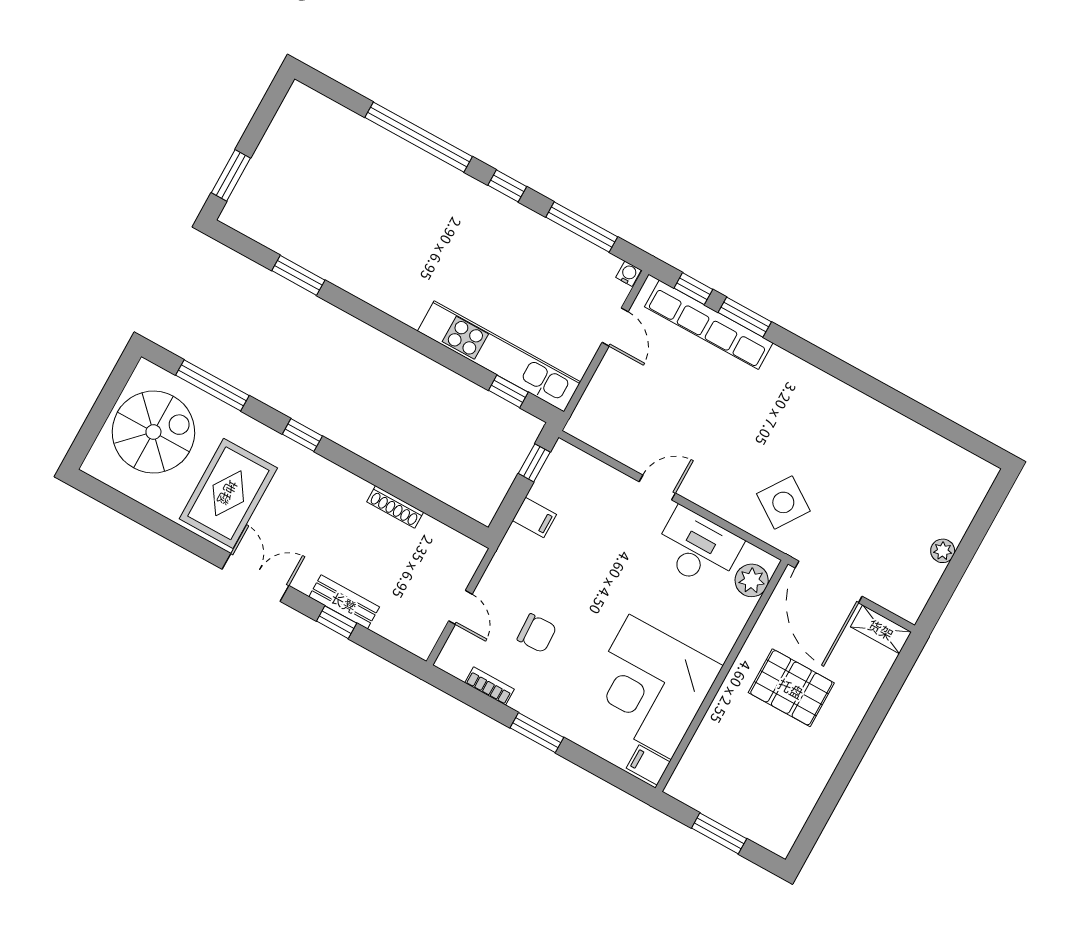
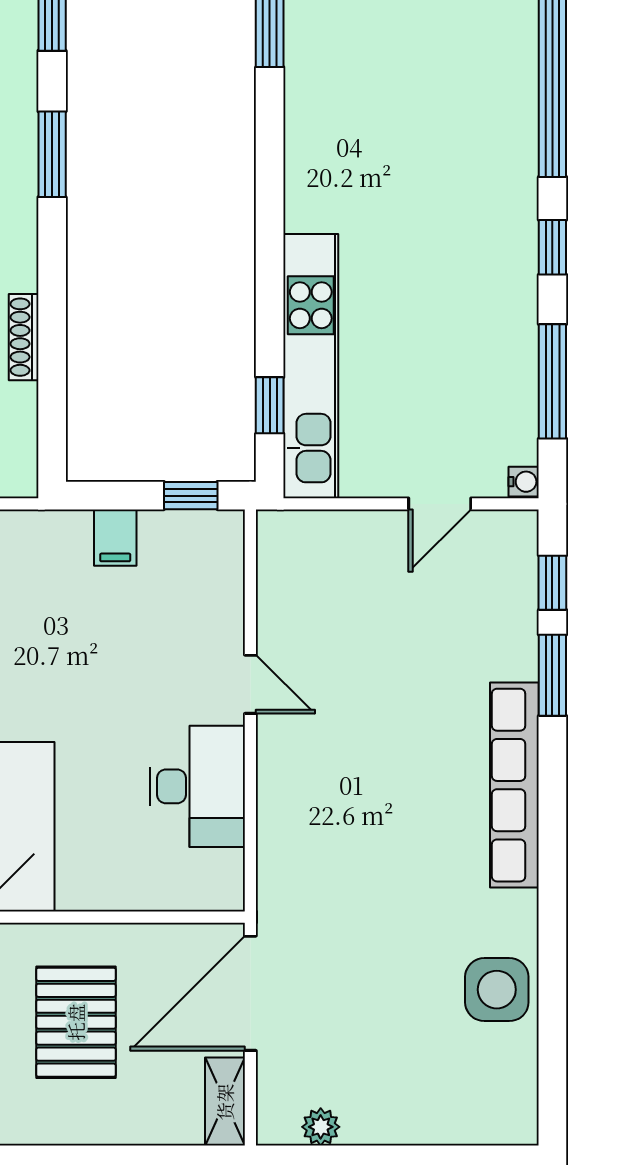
row of seats: (709, 325) -> (514, 785), moved
window: (302, 435) -> (52, 154), width x1.50
side table: (783, 502) -> (497, 990), moved, turned -34
plant: (943, 551) -> (321, 1127), moved
plant: (752, 580) -> (194, 886), removed

